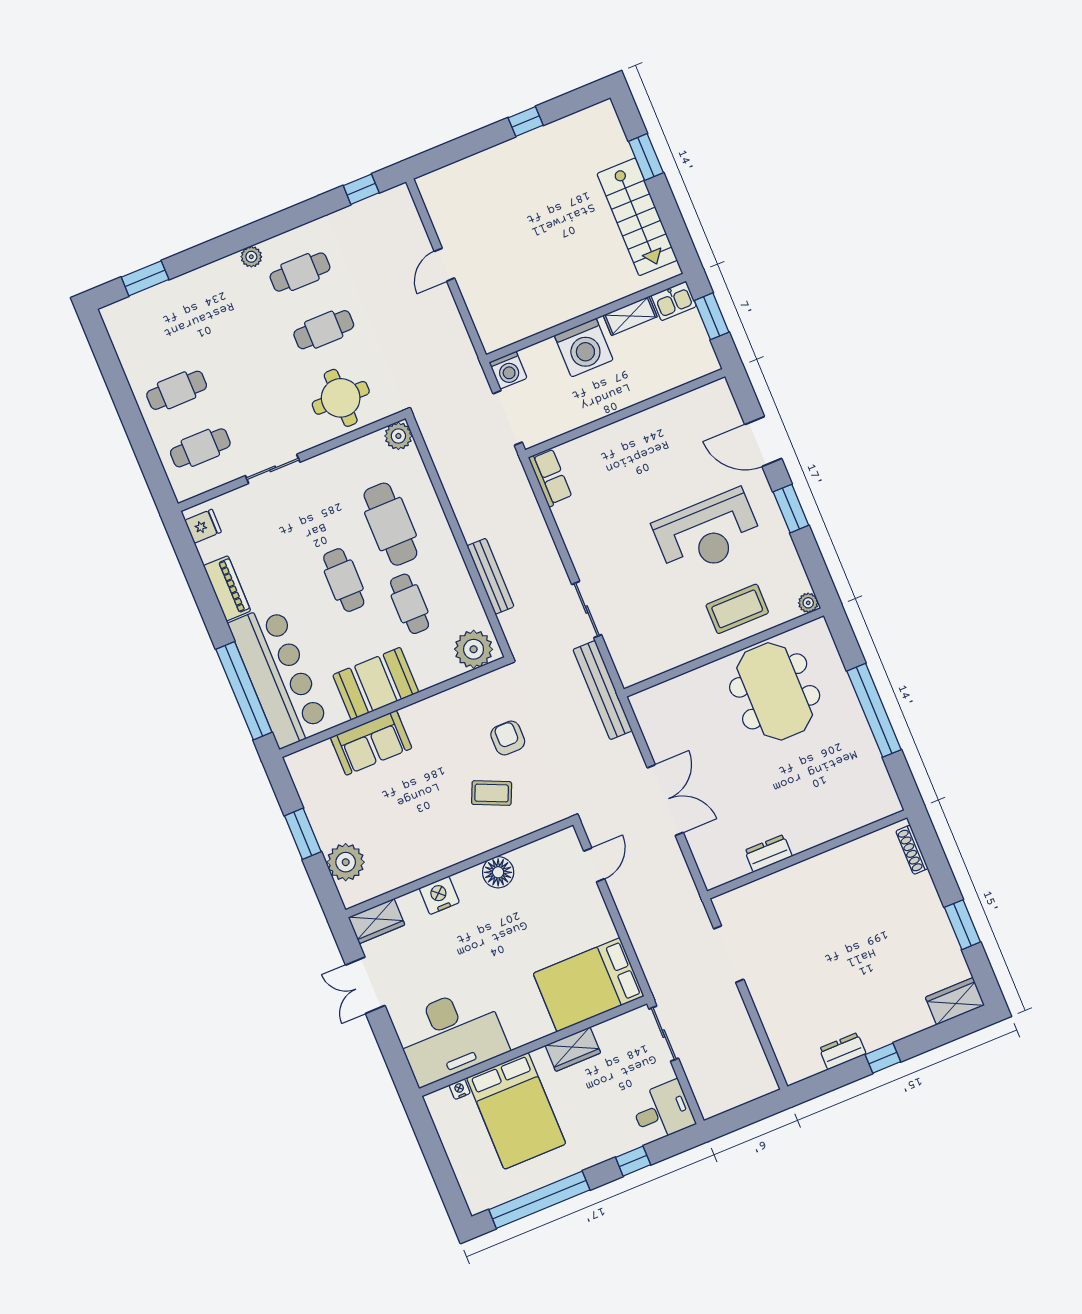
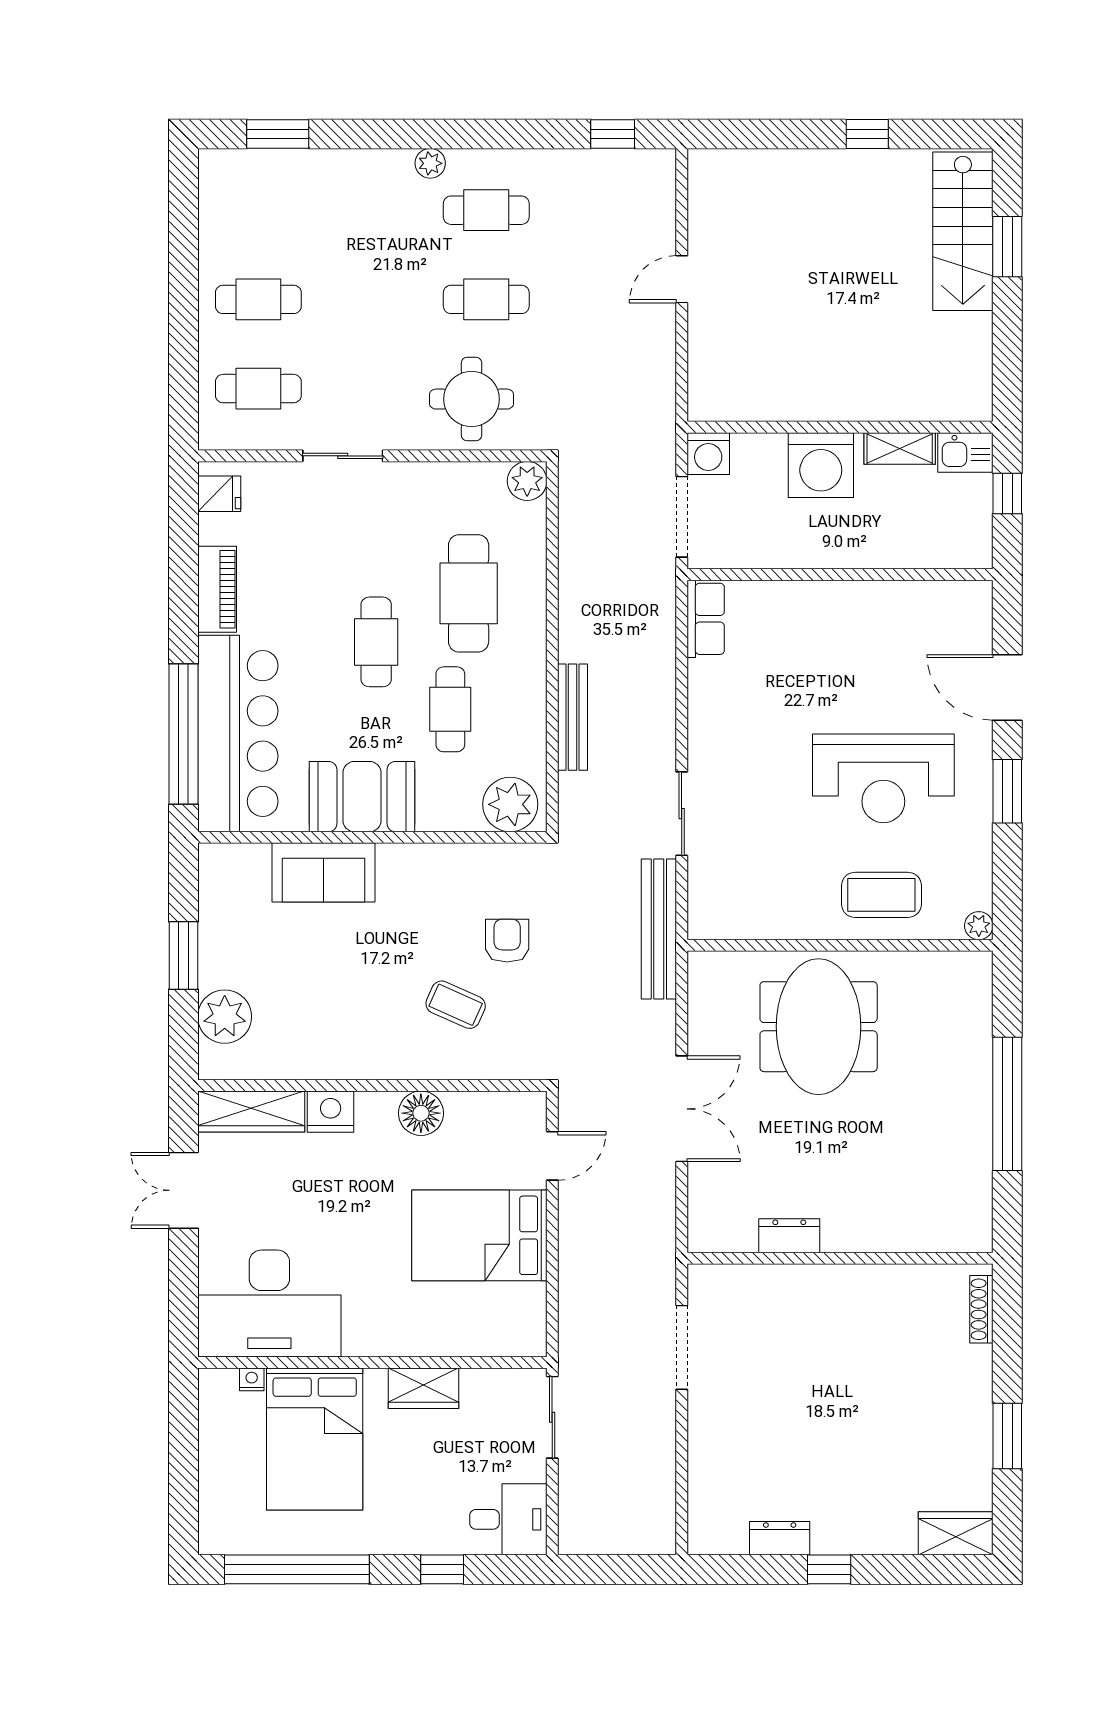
stairs: (637, 217) -> (963, 231), moved
window: (712, 316) -> (1007, 493), width x0.67
meeting table: (775, 691) -> (819, 1027), moved
wardrobe: (377, 921) -> (251, 1112), width x1.50
bed: (589, 985) -> (479, 1235), moved

